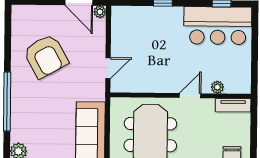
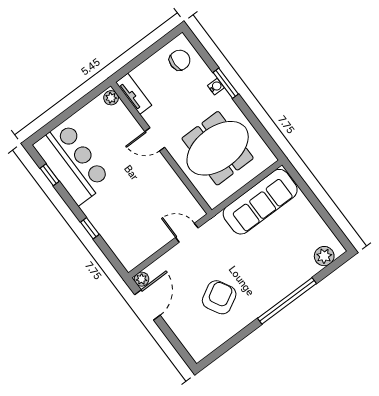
armchair: (46, 56) -> (219, 297), width x0.73, depth x0.73
plant: (217, 87) -> (111, 98), moved

